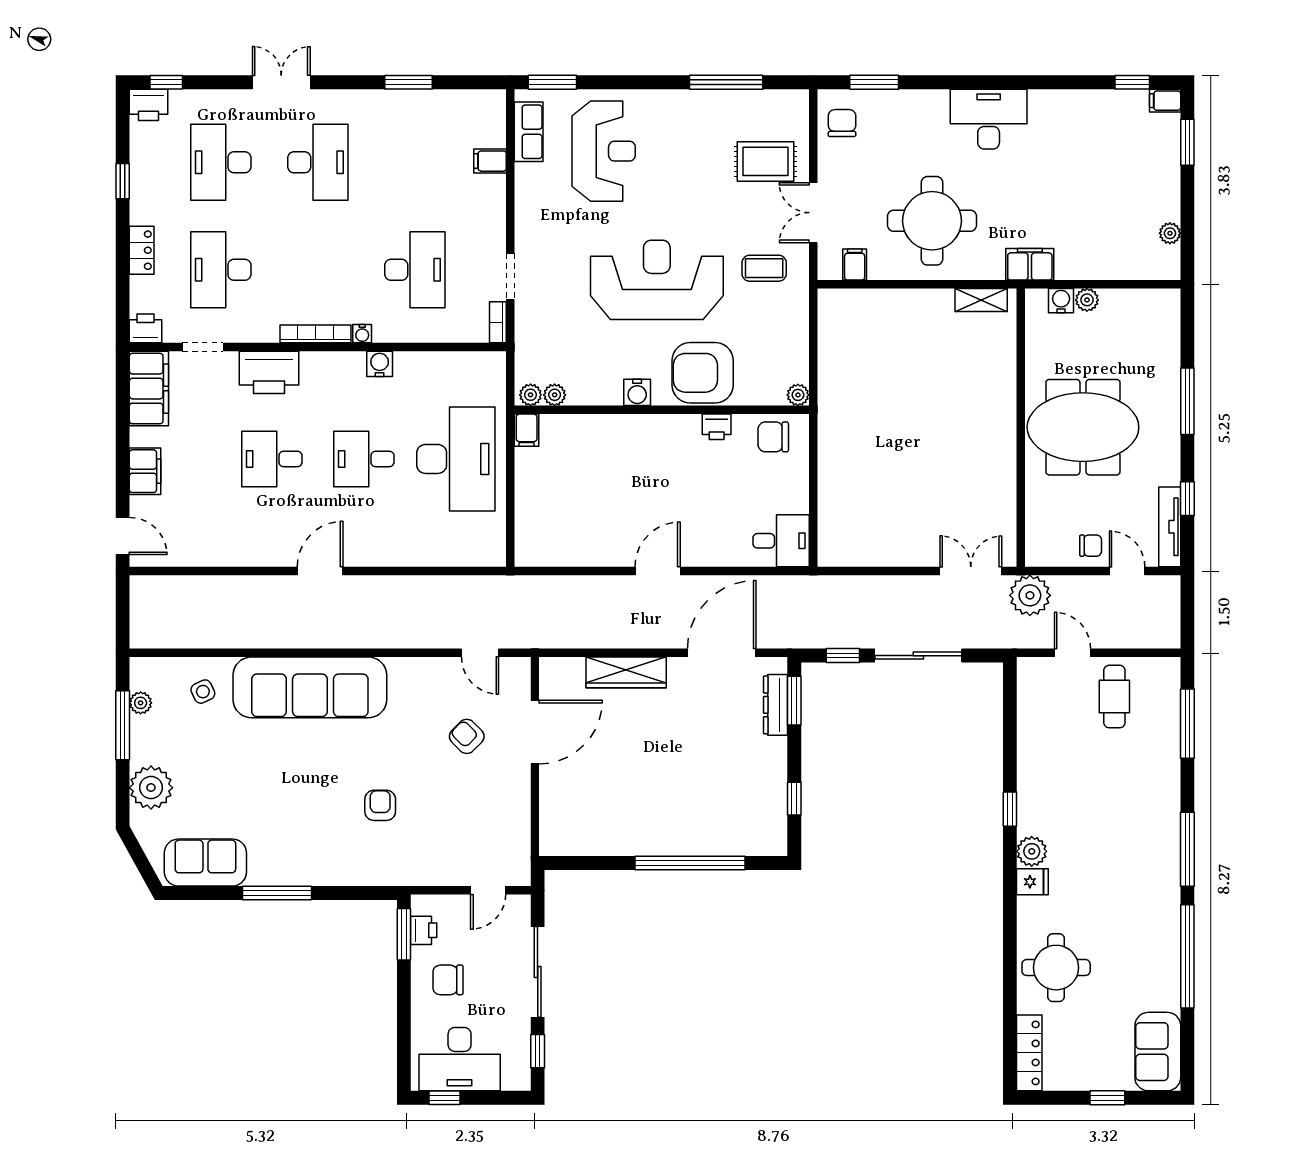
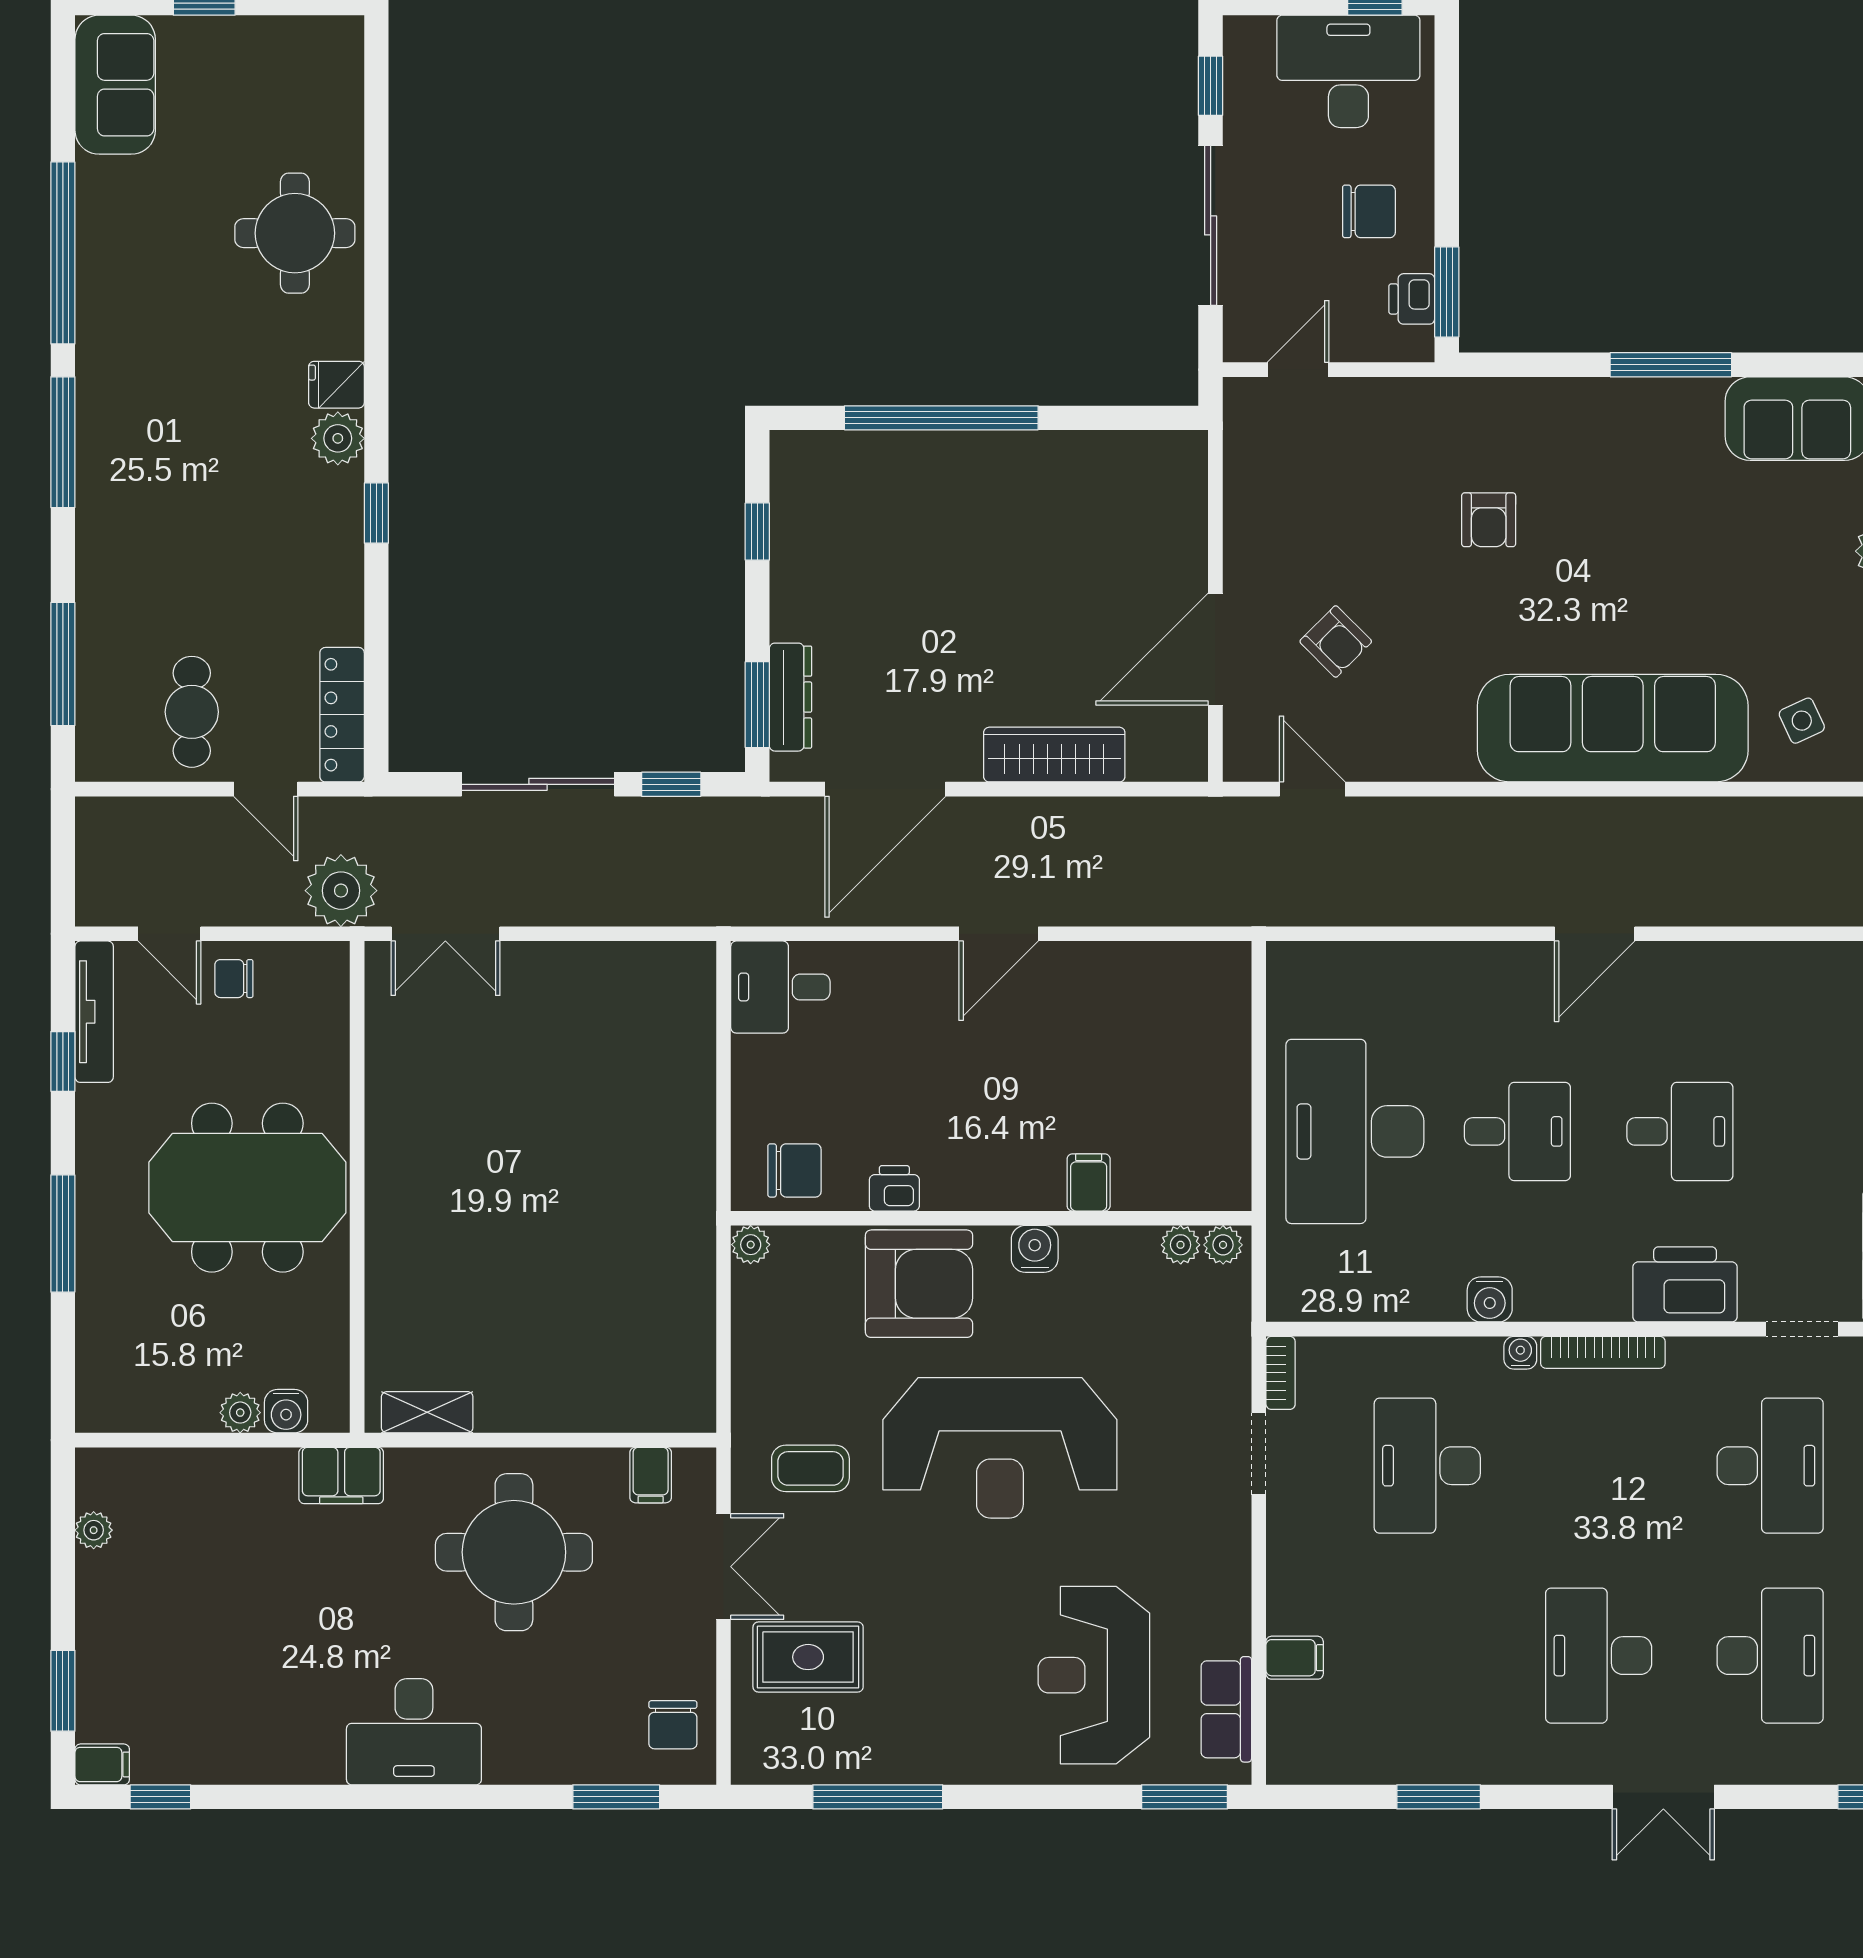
filing cabinet: (527, 430) -> (1089, 1182), moved
locker: (1029, 1053) -> (342, 715), moved

